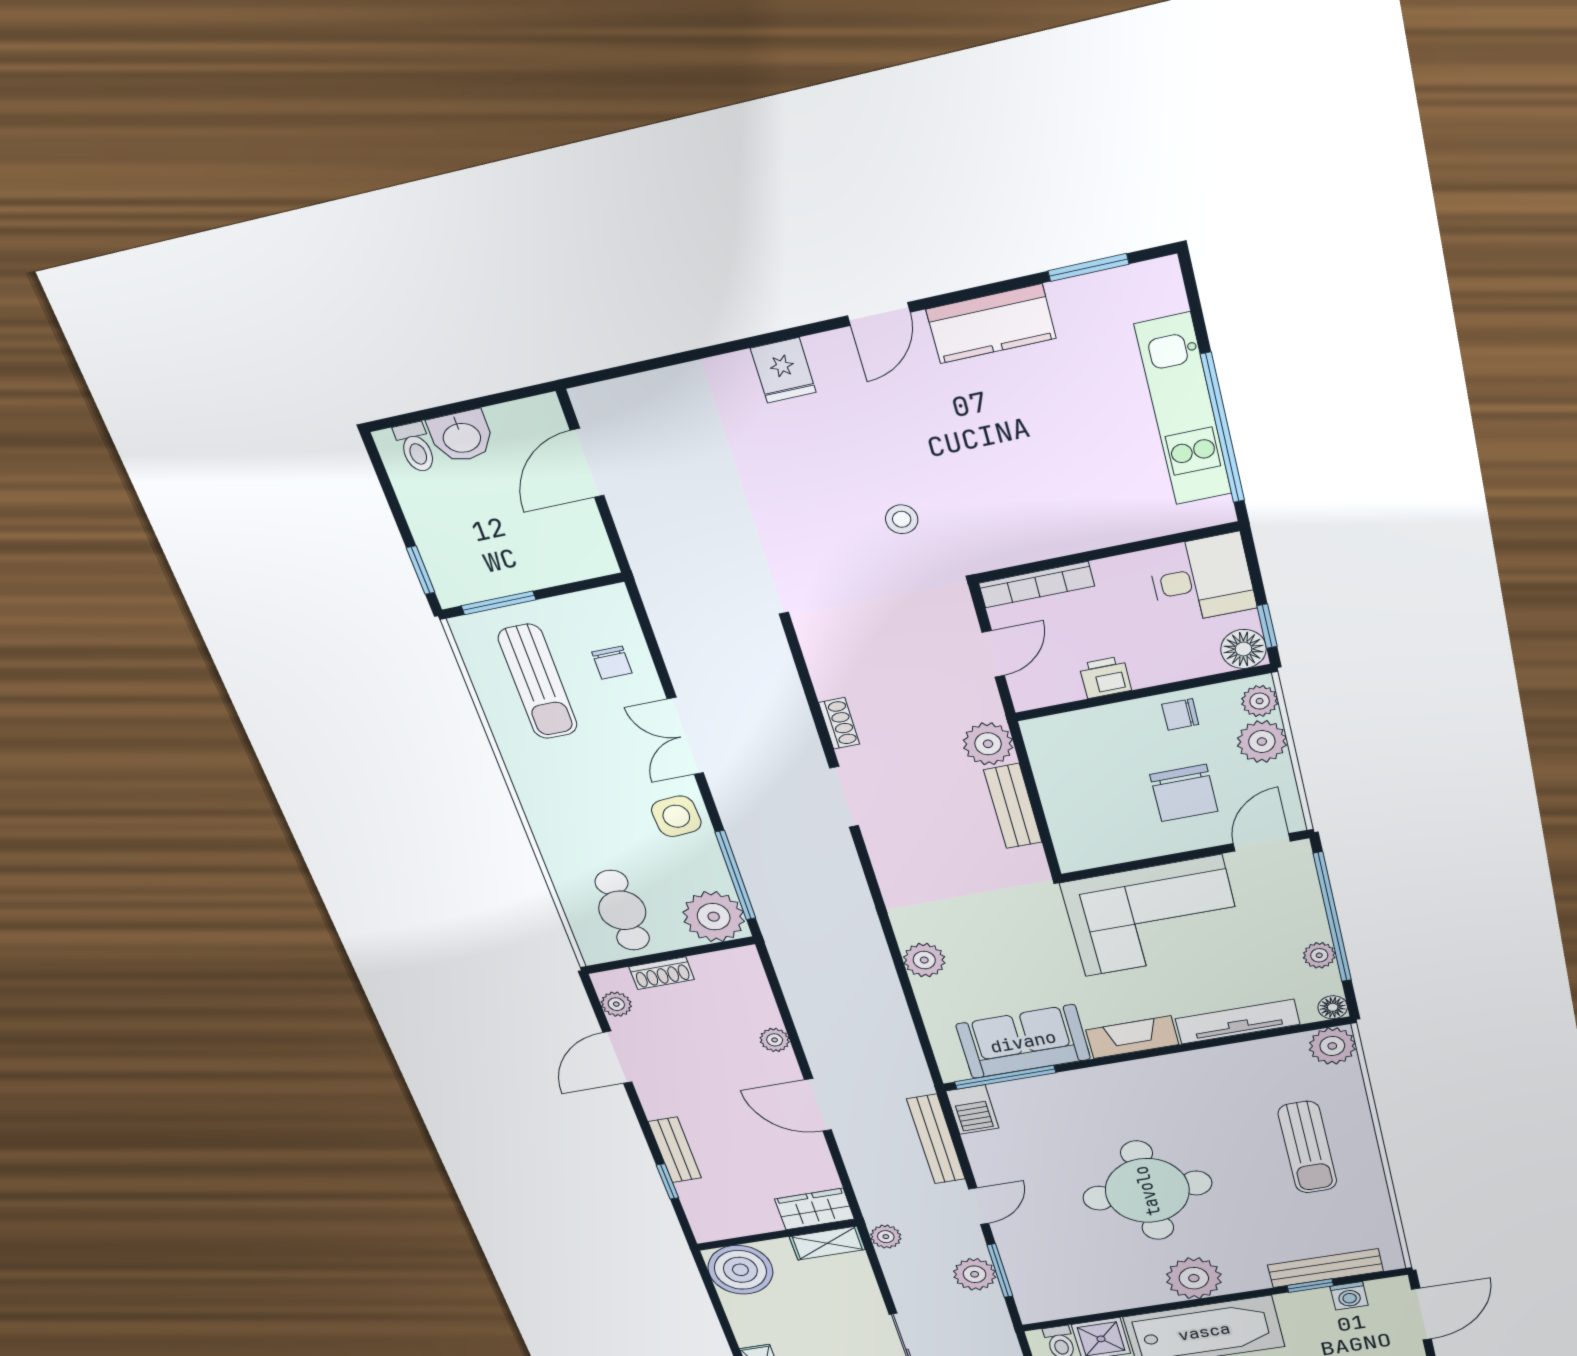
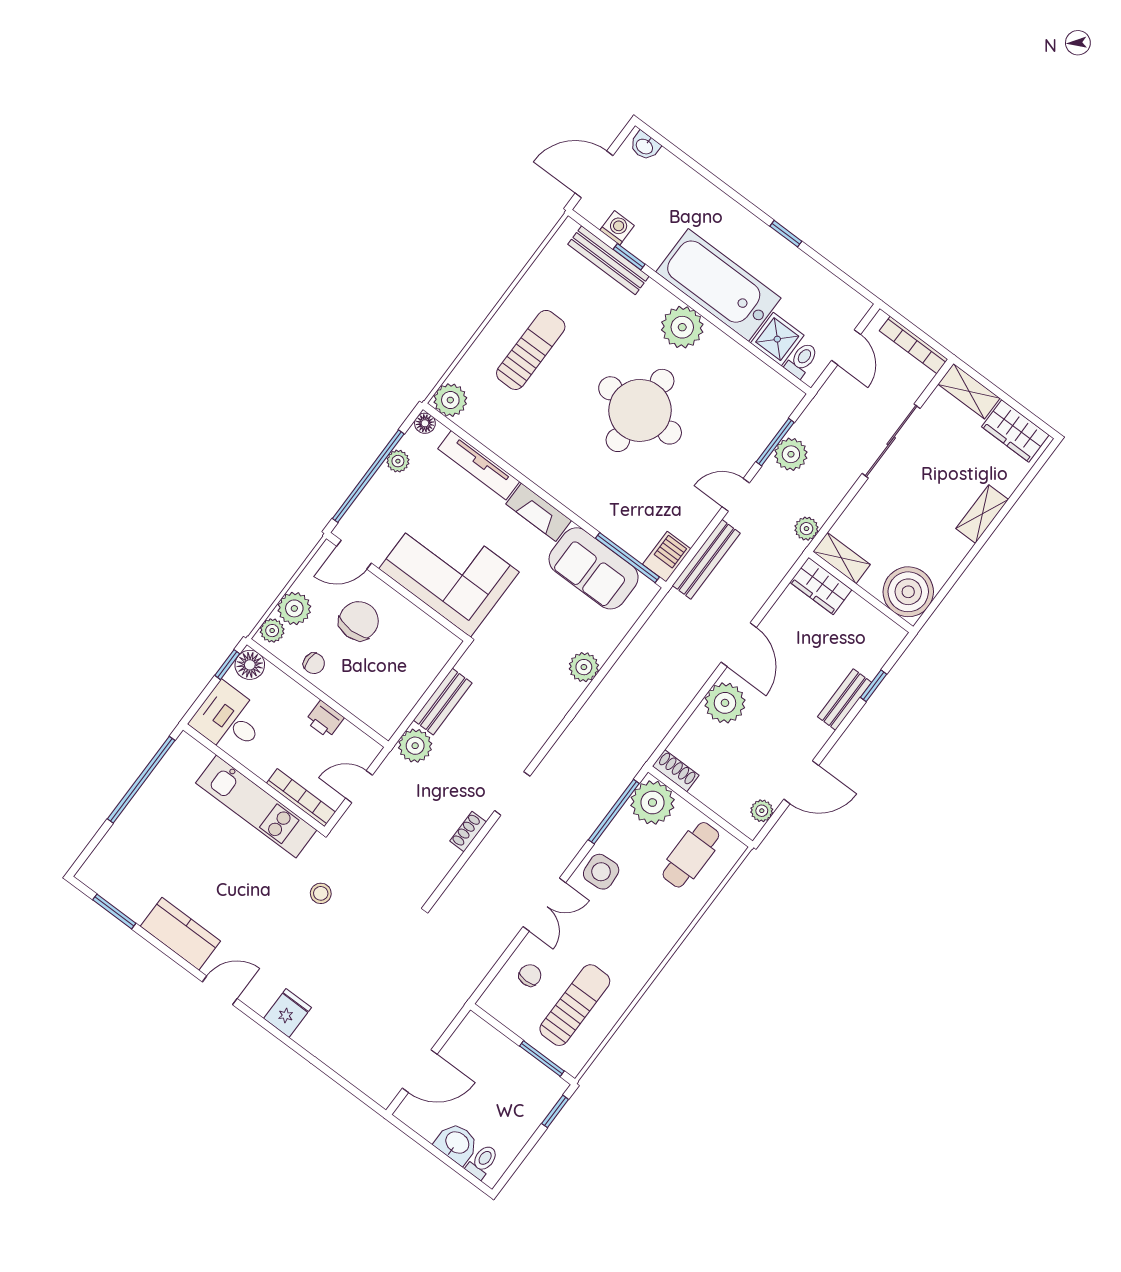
kitchen unit: (1183, 410) -> (256, 807), moved, turned 90
shoe rack: (662, 973) -> (676, 771), moved
plant: (775, 1040) -> (725, 703), width x1.87, depth x1.87

